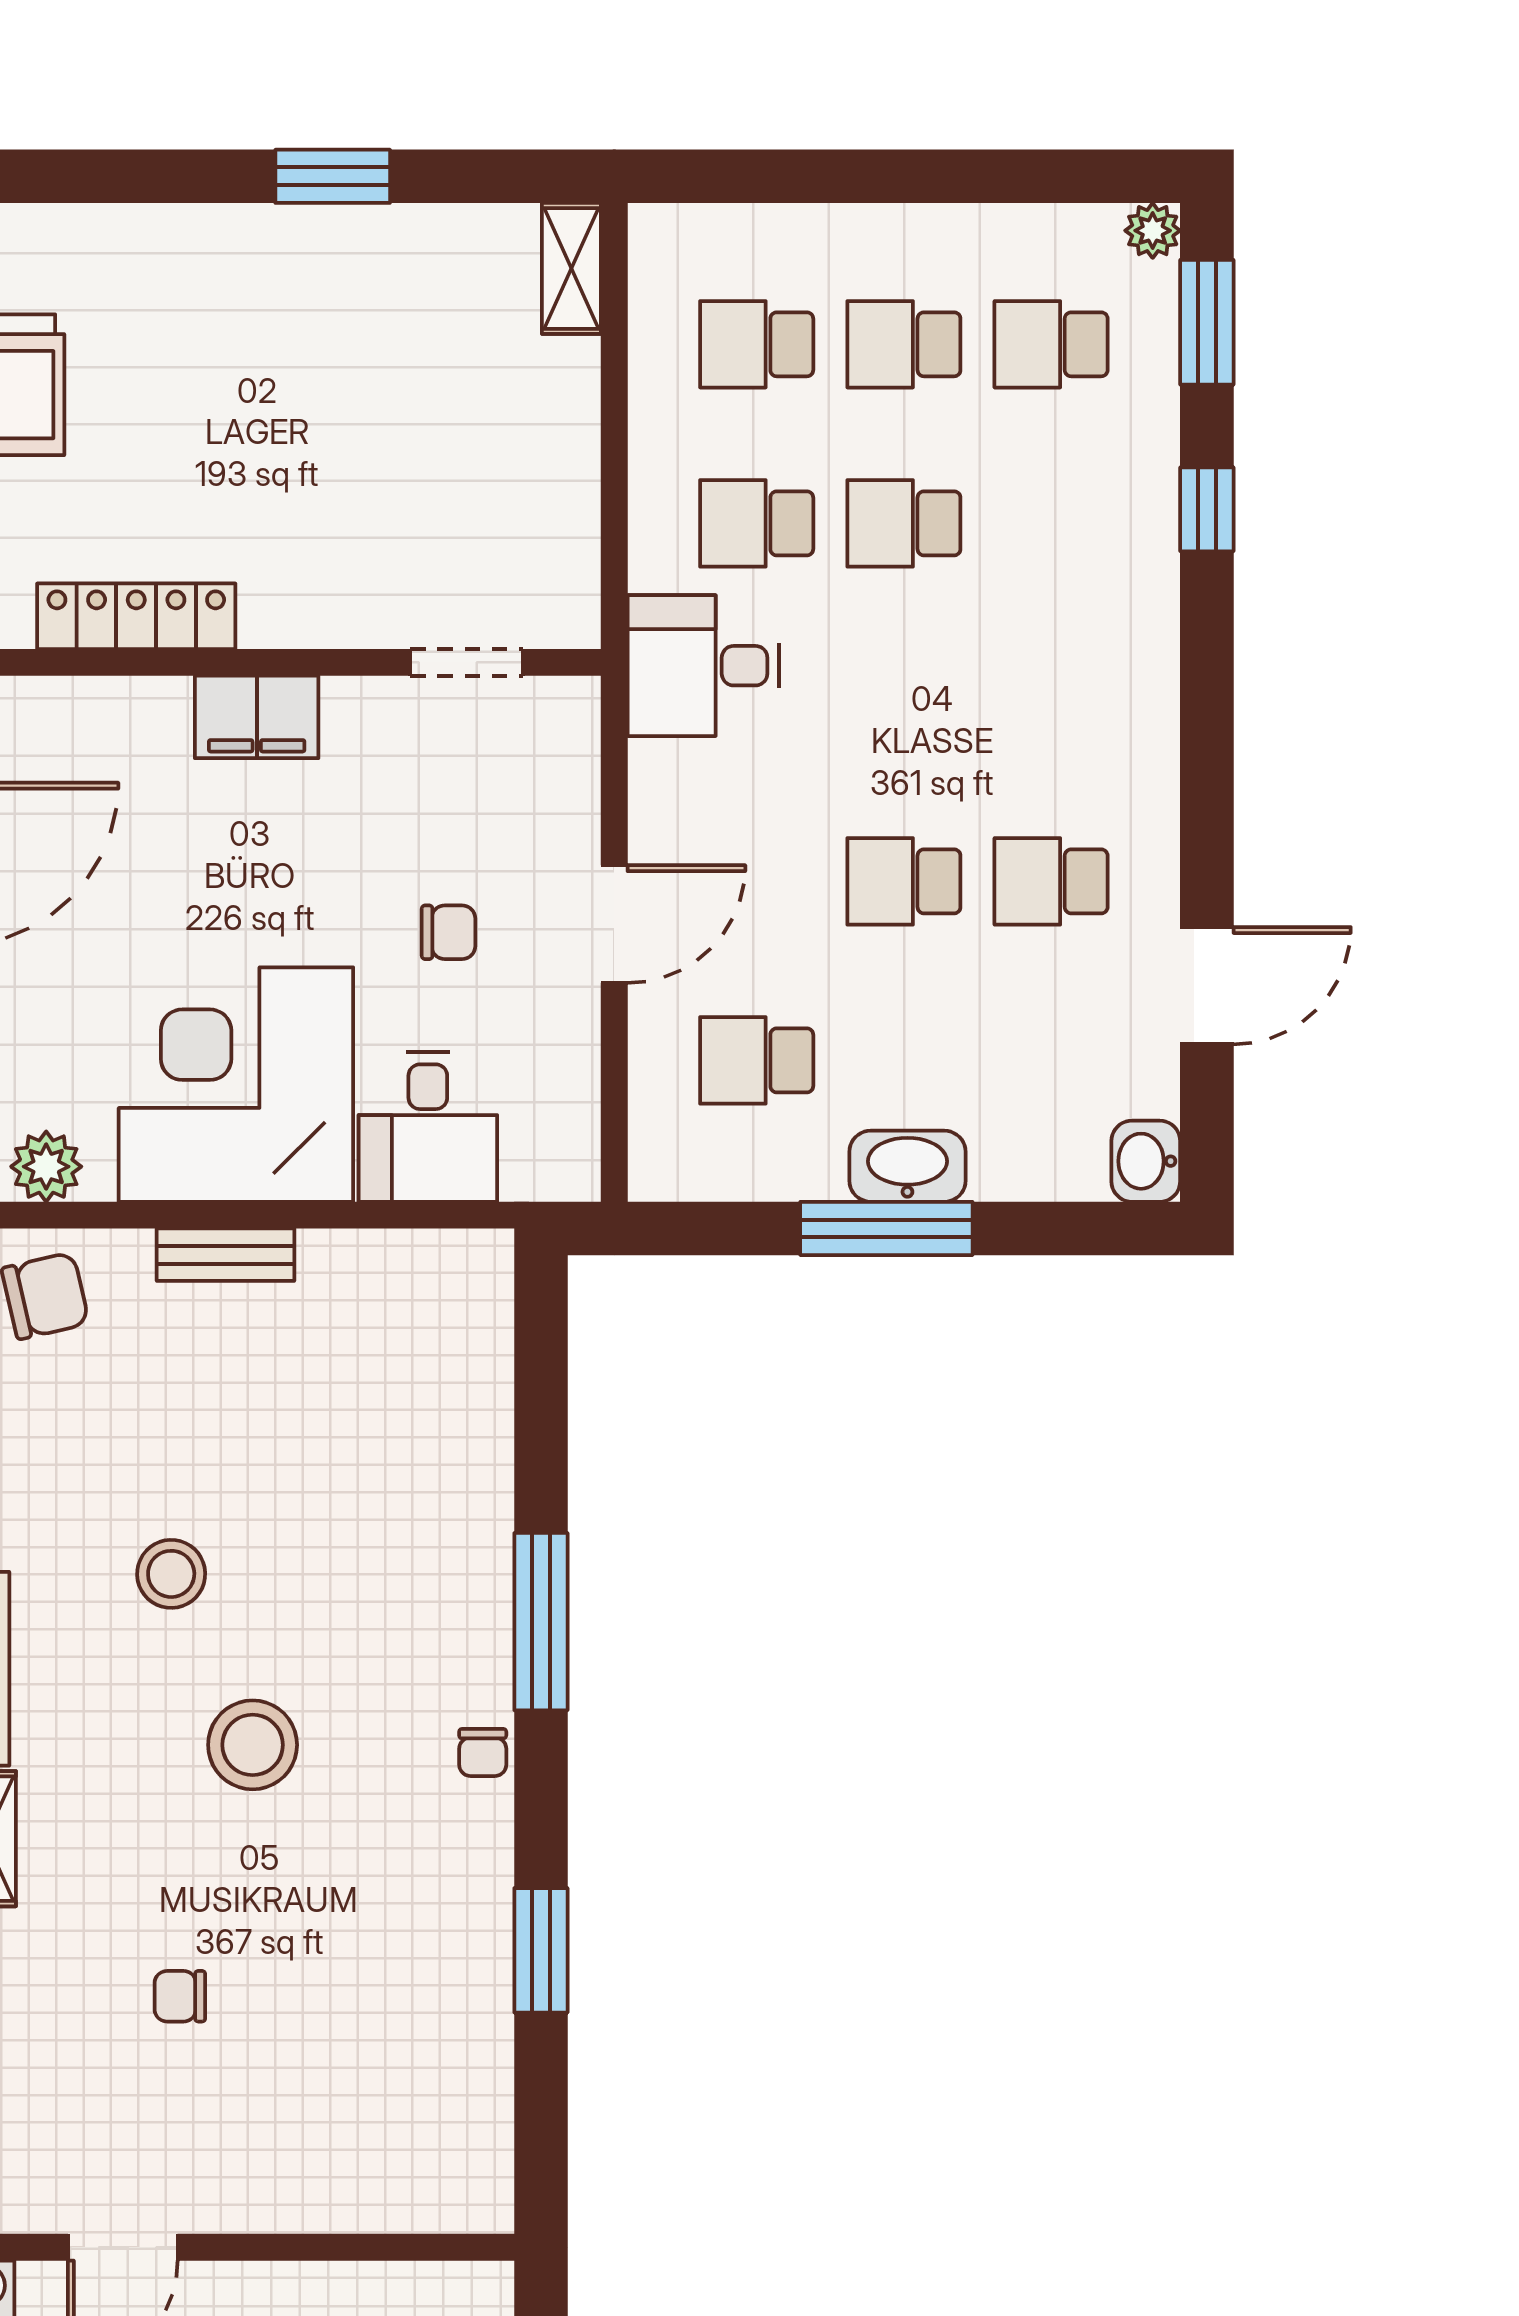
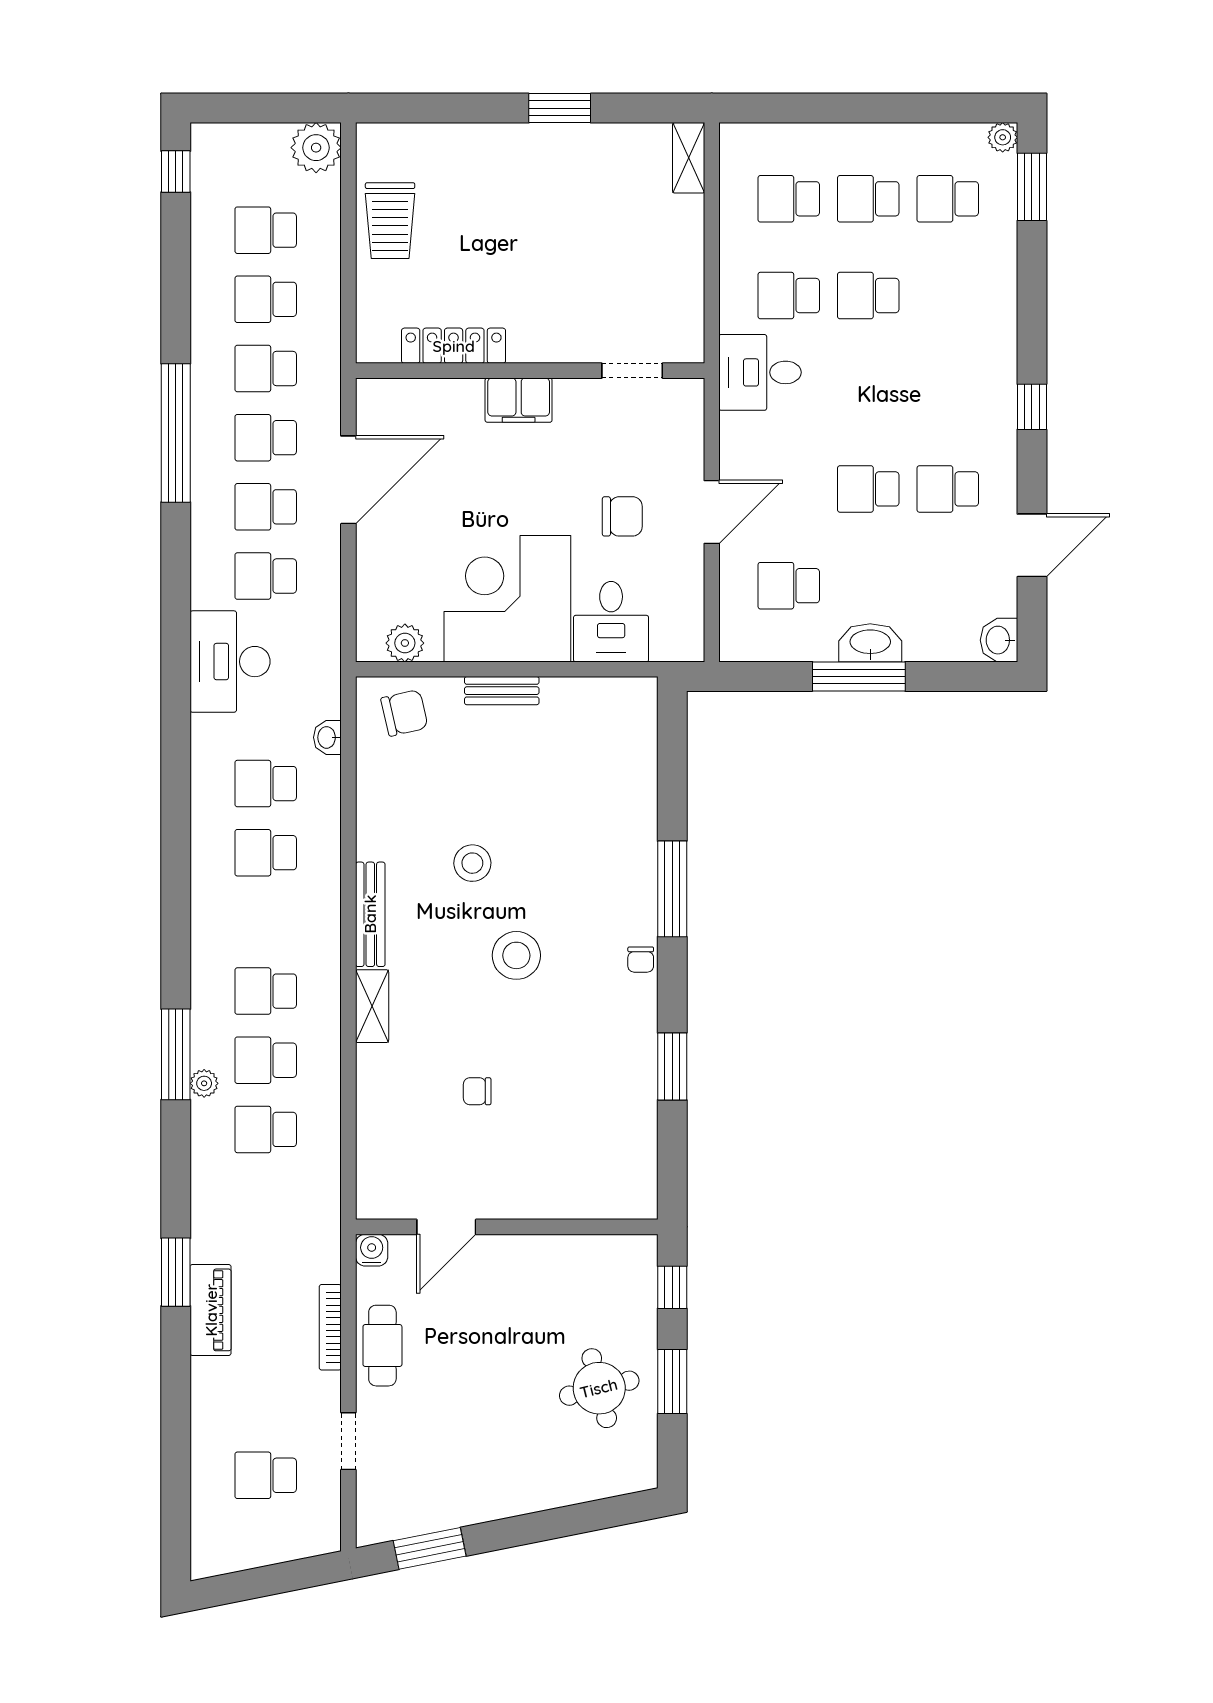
window: (1207, 509) -> (1032, 407), moved
chair: (449, 932) -> (622, 516), width x1.37, depth x1.37

